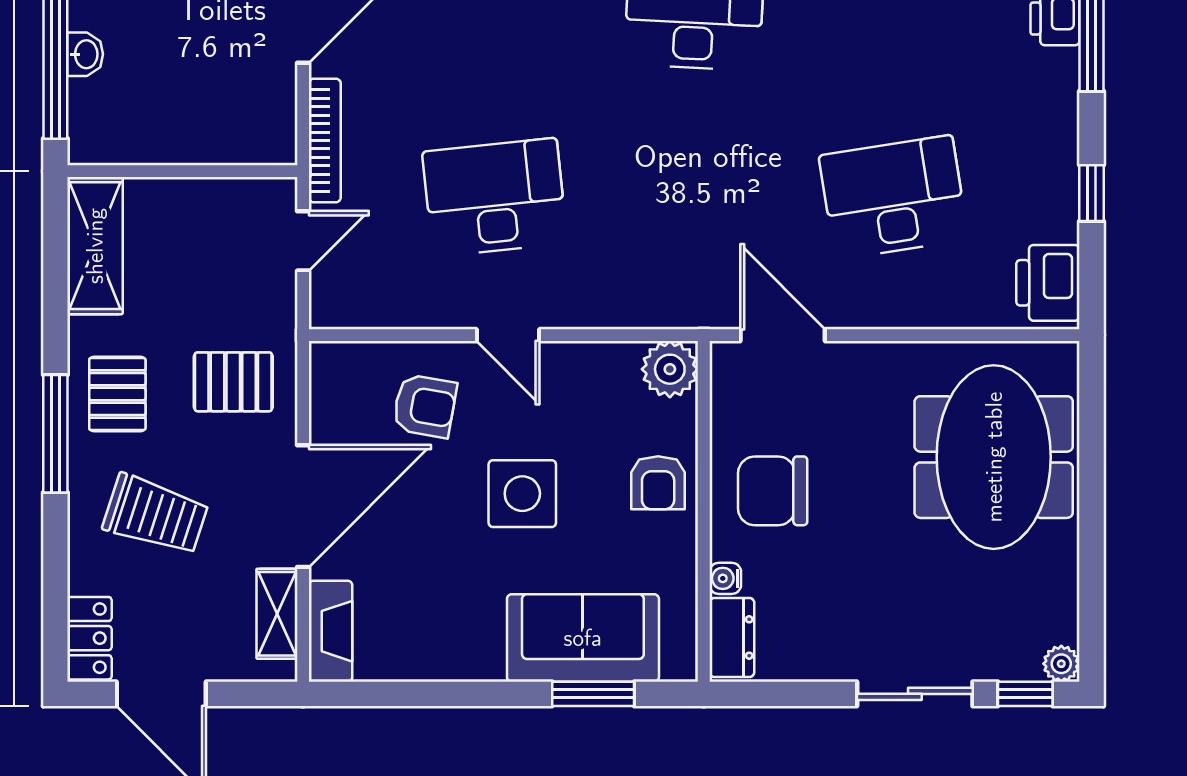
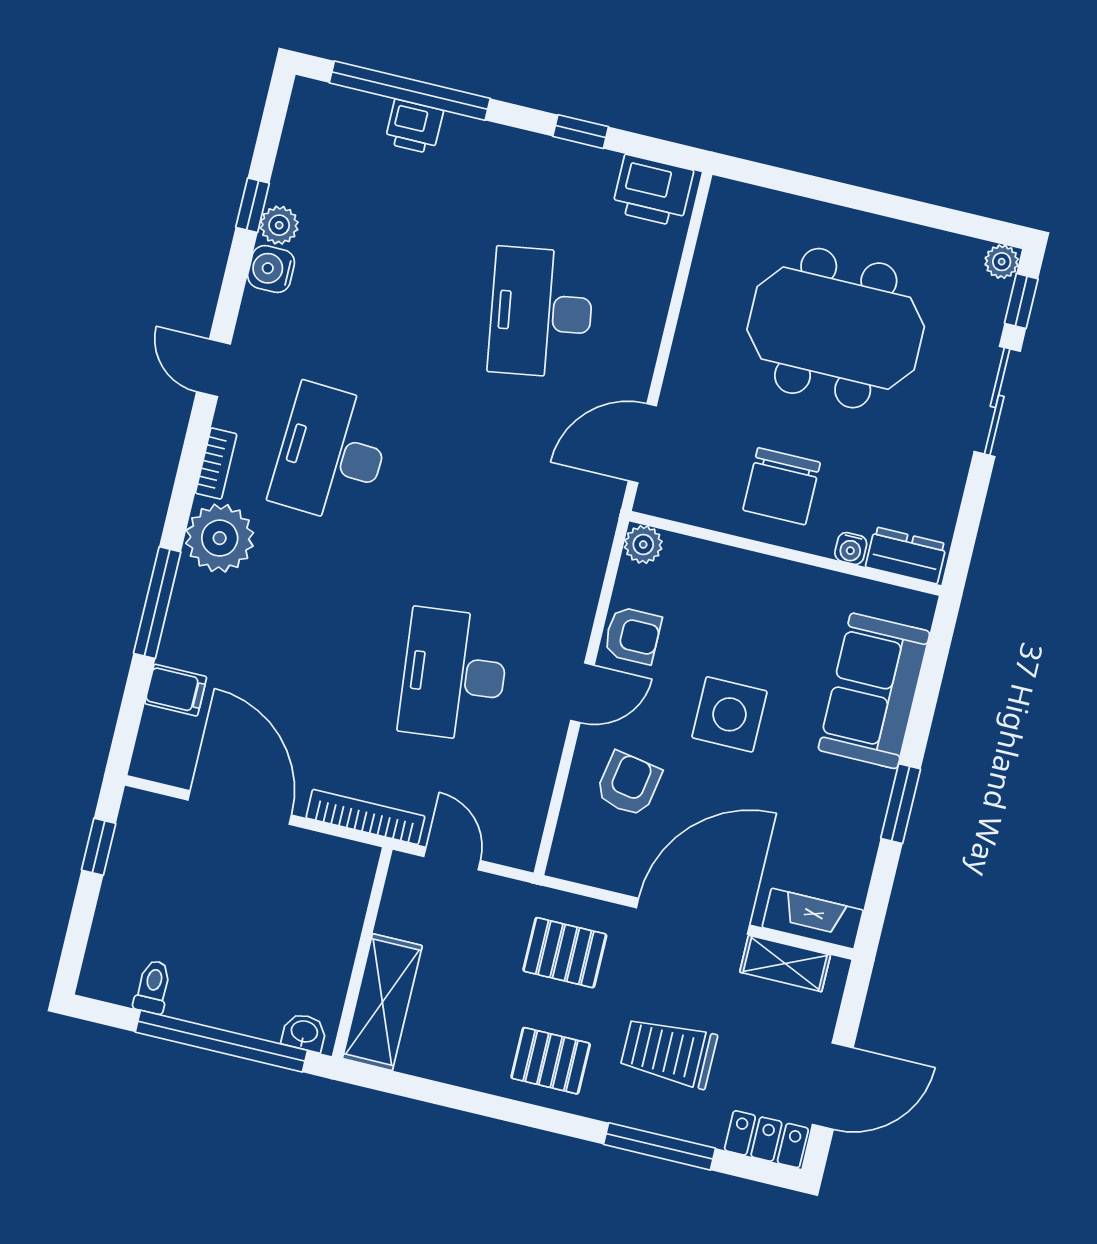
washbasin: (85, 54) -> (304, 1032), moved
shelving: (95, 246) -> (382, 1002), moved, turned 90
plant: (670, 369) -> (643, 544), width x0.73, depth x0.73
pallet: (233, 382) -> (565, 953), turned 90
window: (55, 434) -> (660, 1146), moved
meeting table: (994, 457) -> (836, 328), moved
armchair: (658, 483) -> (633, 635), moved
door: (303, 506) -> (693, 916), hinge flipped
trolley: (156, 515) -> (669, 1052), turned -108
window: (593, 694) -> (901, 804), moved

